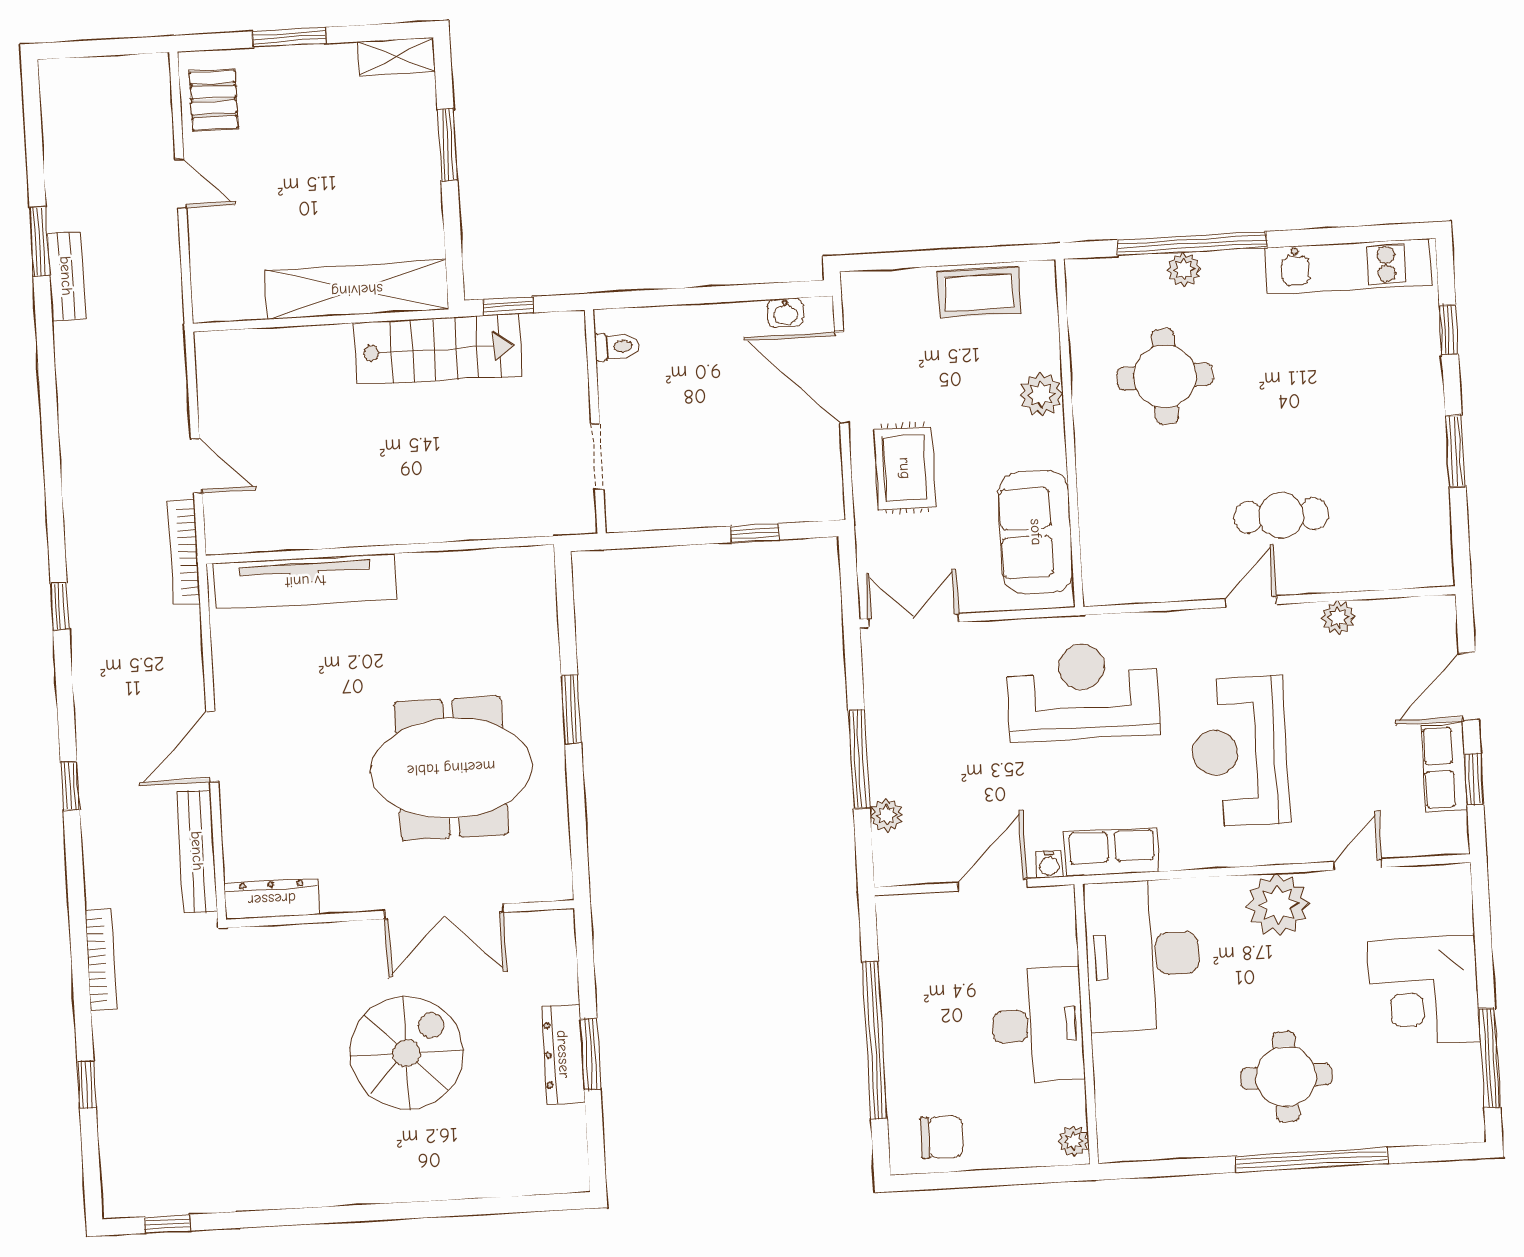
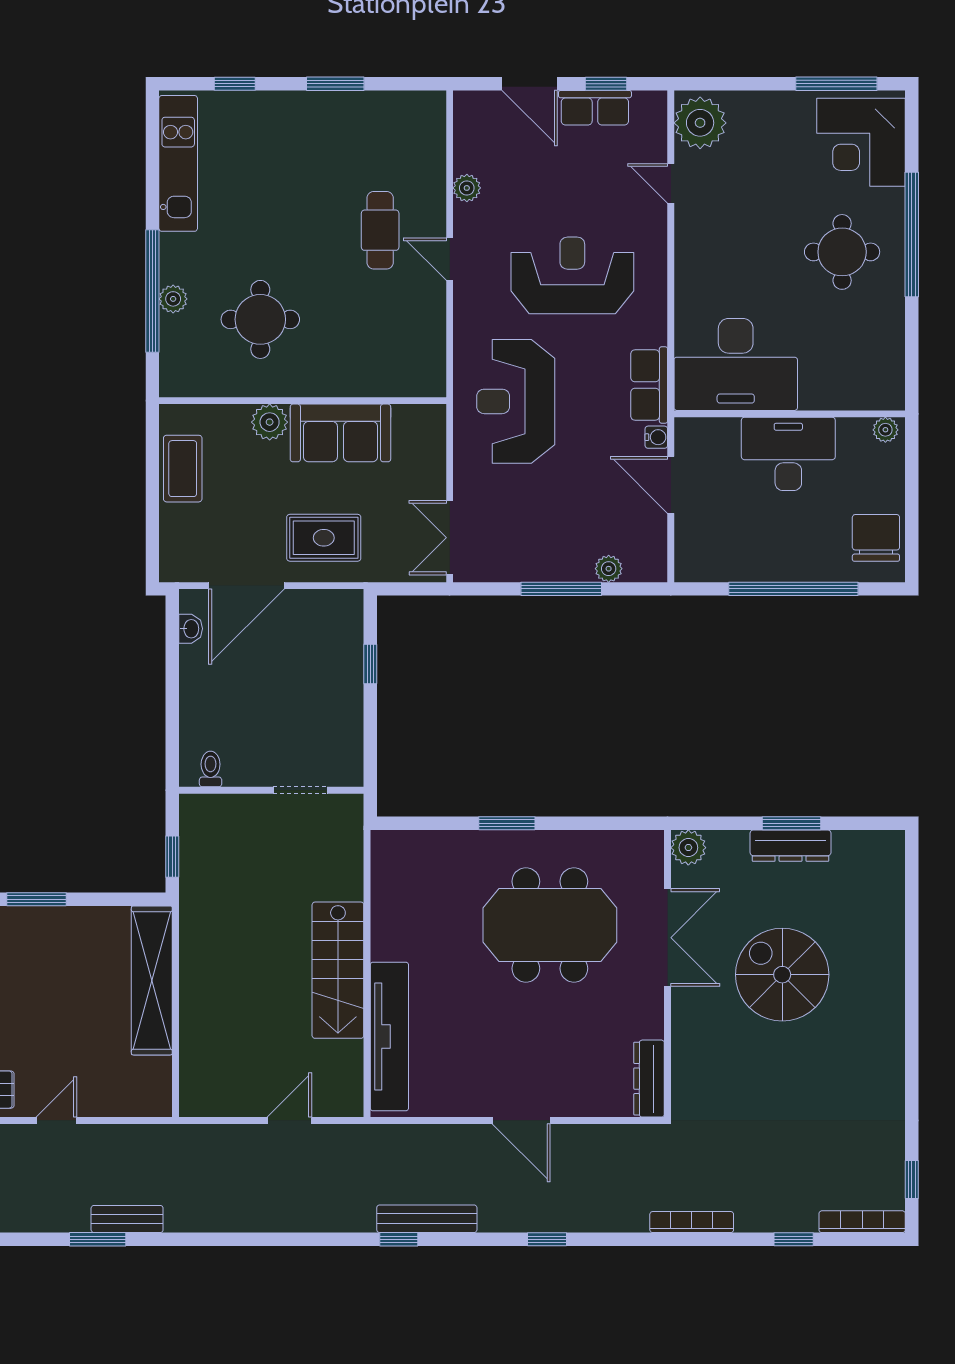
stairs: (438, 349) -> (338, 970), moved, turned 180
sofa: (1036, 532) -> (340, 433), moved
bookcase: (184, 552) -> (862, 1222), moved, turned 180
reception desk: (1239, 751) -> (572, 275), turned 180
meeting table: (451, 768) -> (550, 925), turned 90
bench: (197, 851) -> (427, 1219), moved
plant: (1278, 904) -> (700, 123), moved
plant: (554, 931) -> (688, 848), added
corner desk: (1424, 991) -> (861, 142), moved, turned 90
chair: (942, 1137) -> (876, 538), width x1.37, depth x1.37

